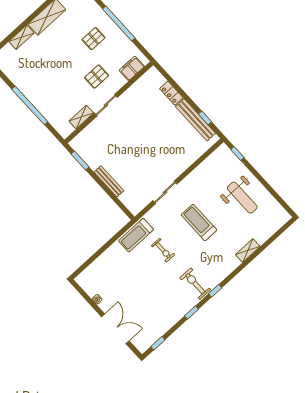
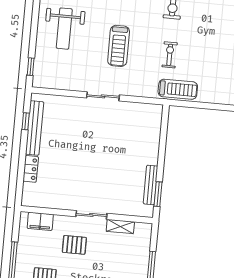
bench: (109, 181) -> (151, 185), moved
sliding door: (165, 192) -> (103, 96), moved
weight bench: (242, 198) -> (64, 29), turned 180

